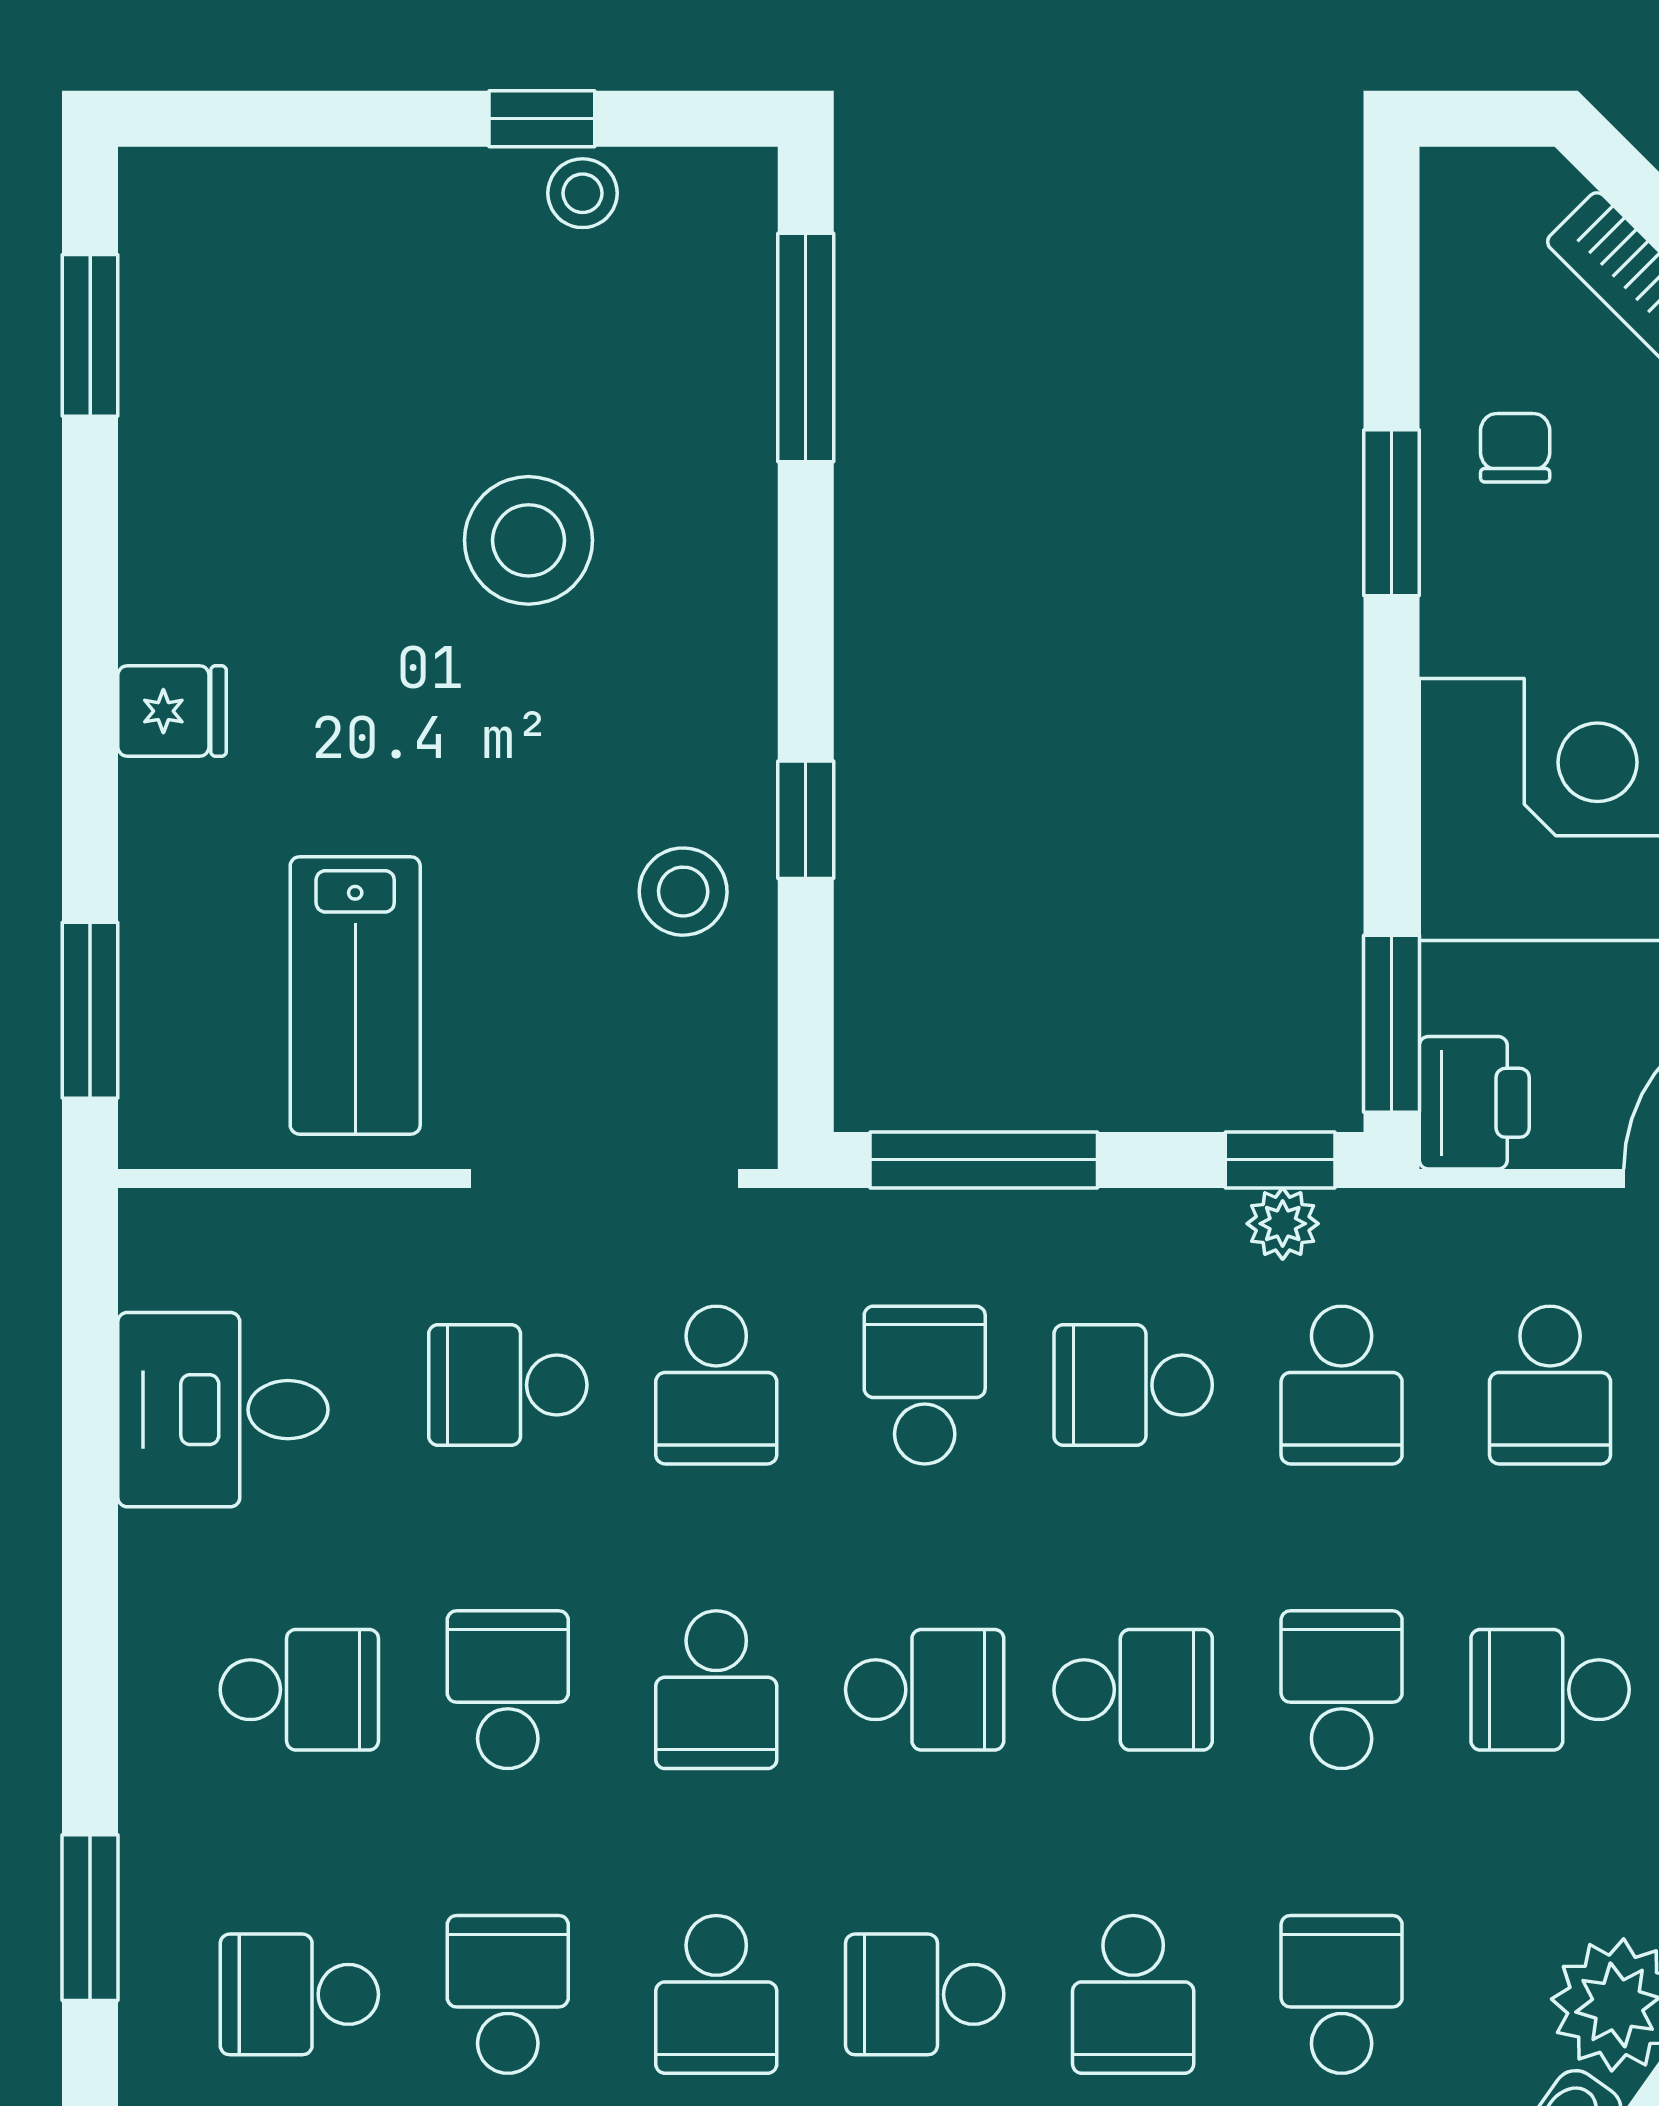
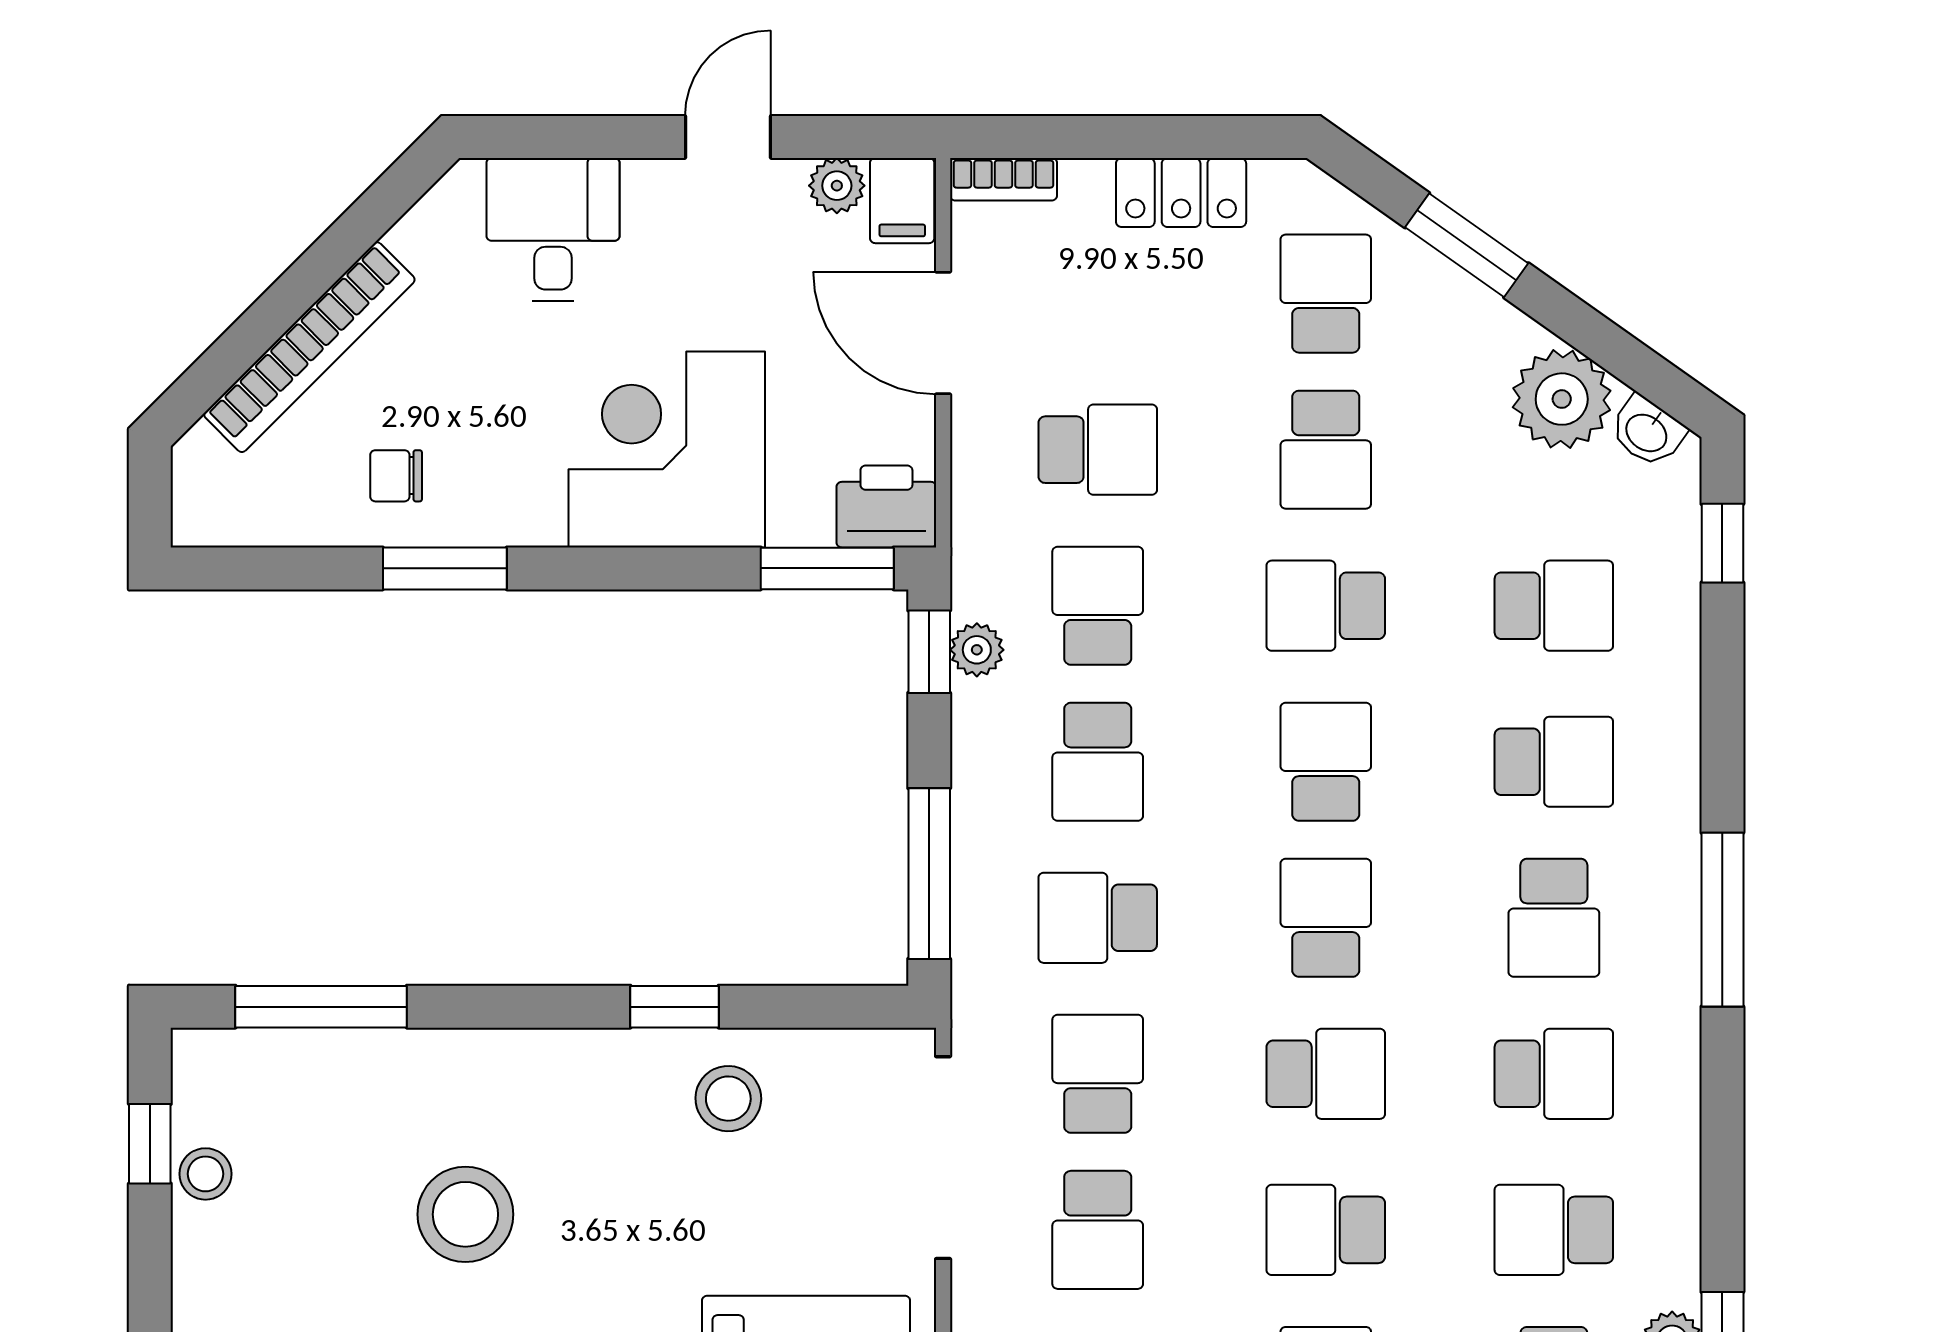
window: (542, 119) -> (150, 1144), moved
school desk: (716, 1385) -> (1098, 1074), turned -90
school desk: (1342, 1385) -> (1098, 606), turned -90
school desk: (1342, 1994) -> (1554, 606), turned 180

